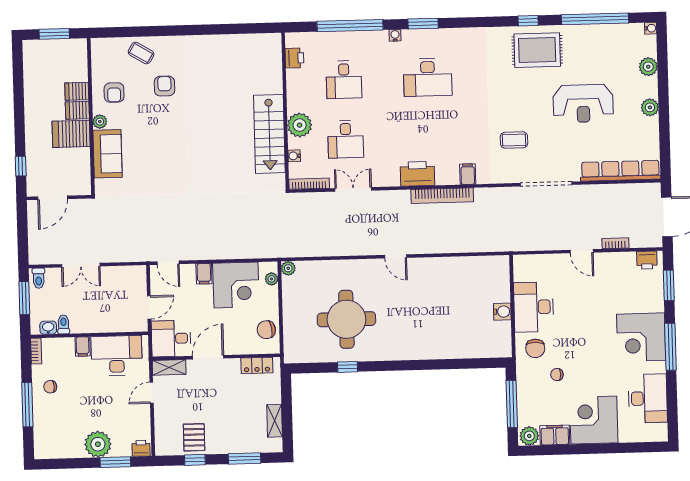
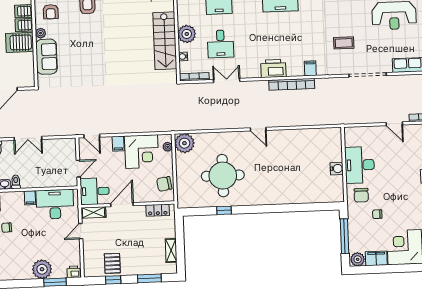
plant: (288, 268) -> (184, 143), width x1.88, depth x1.88

